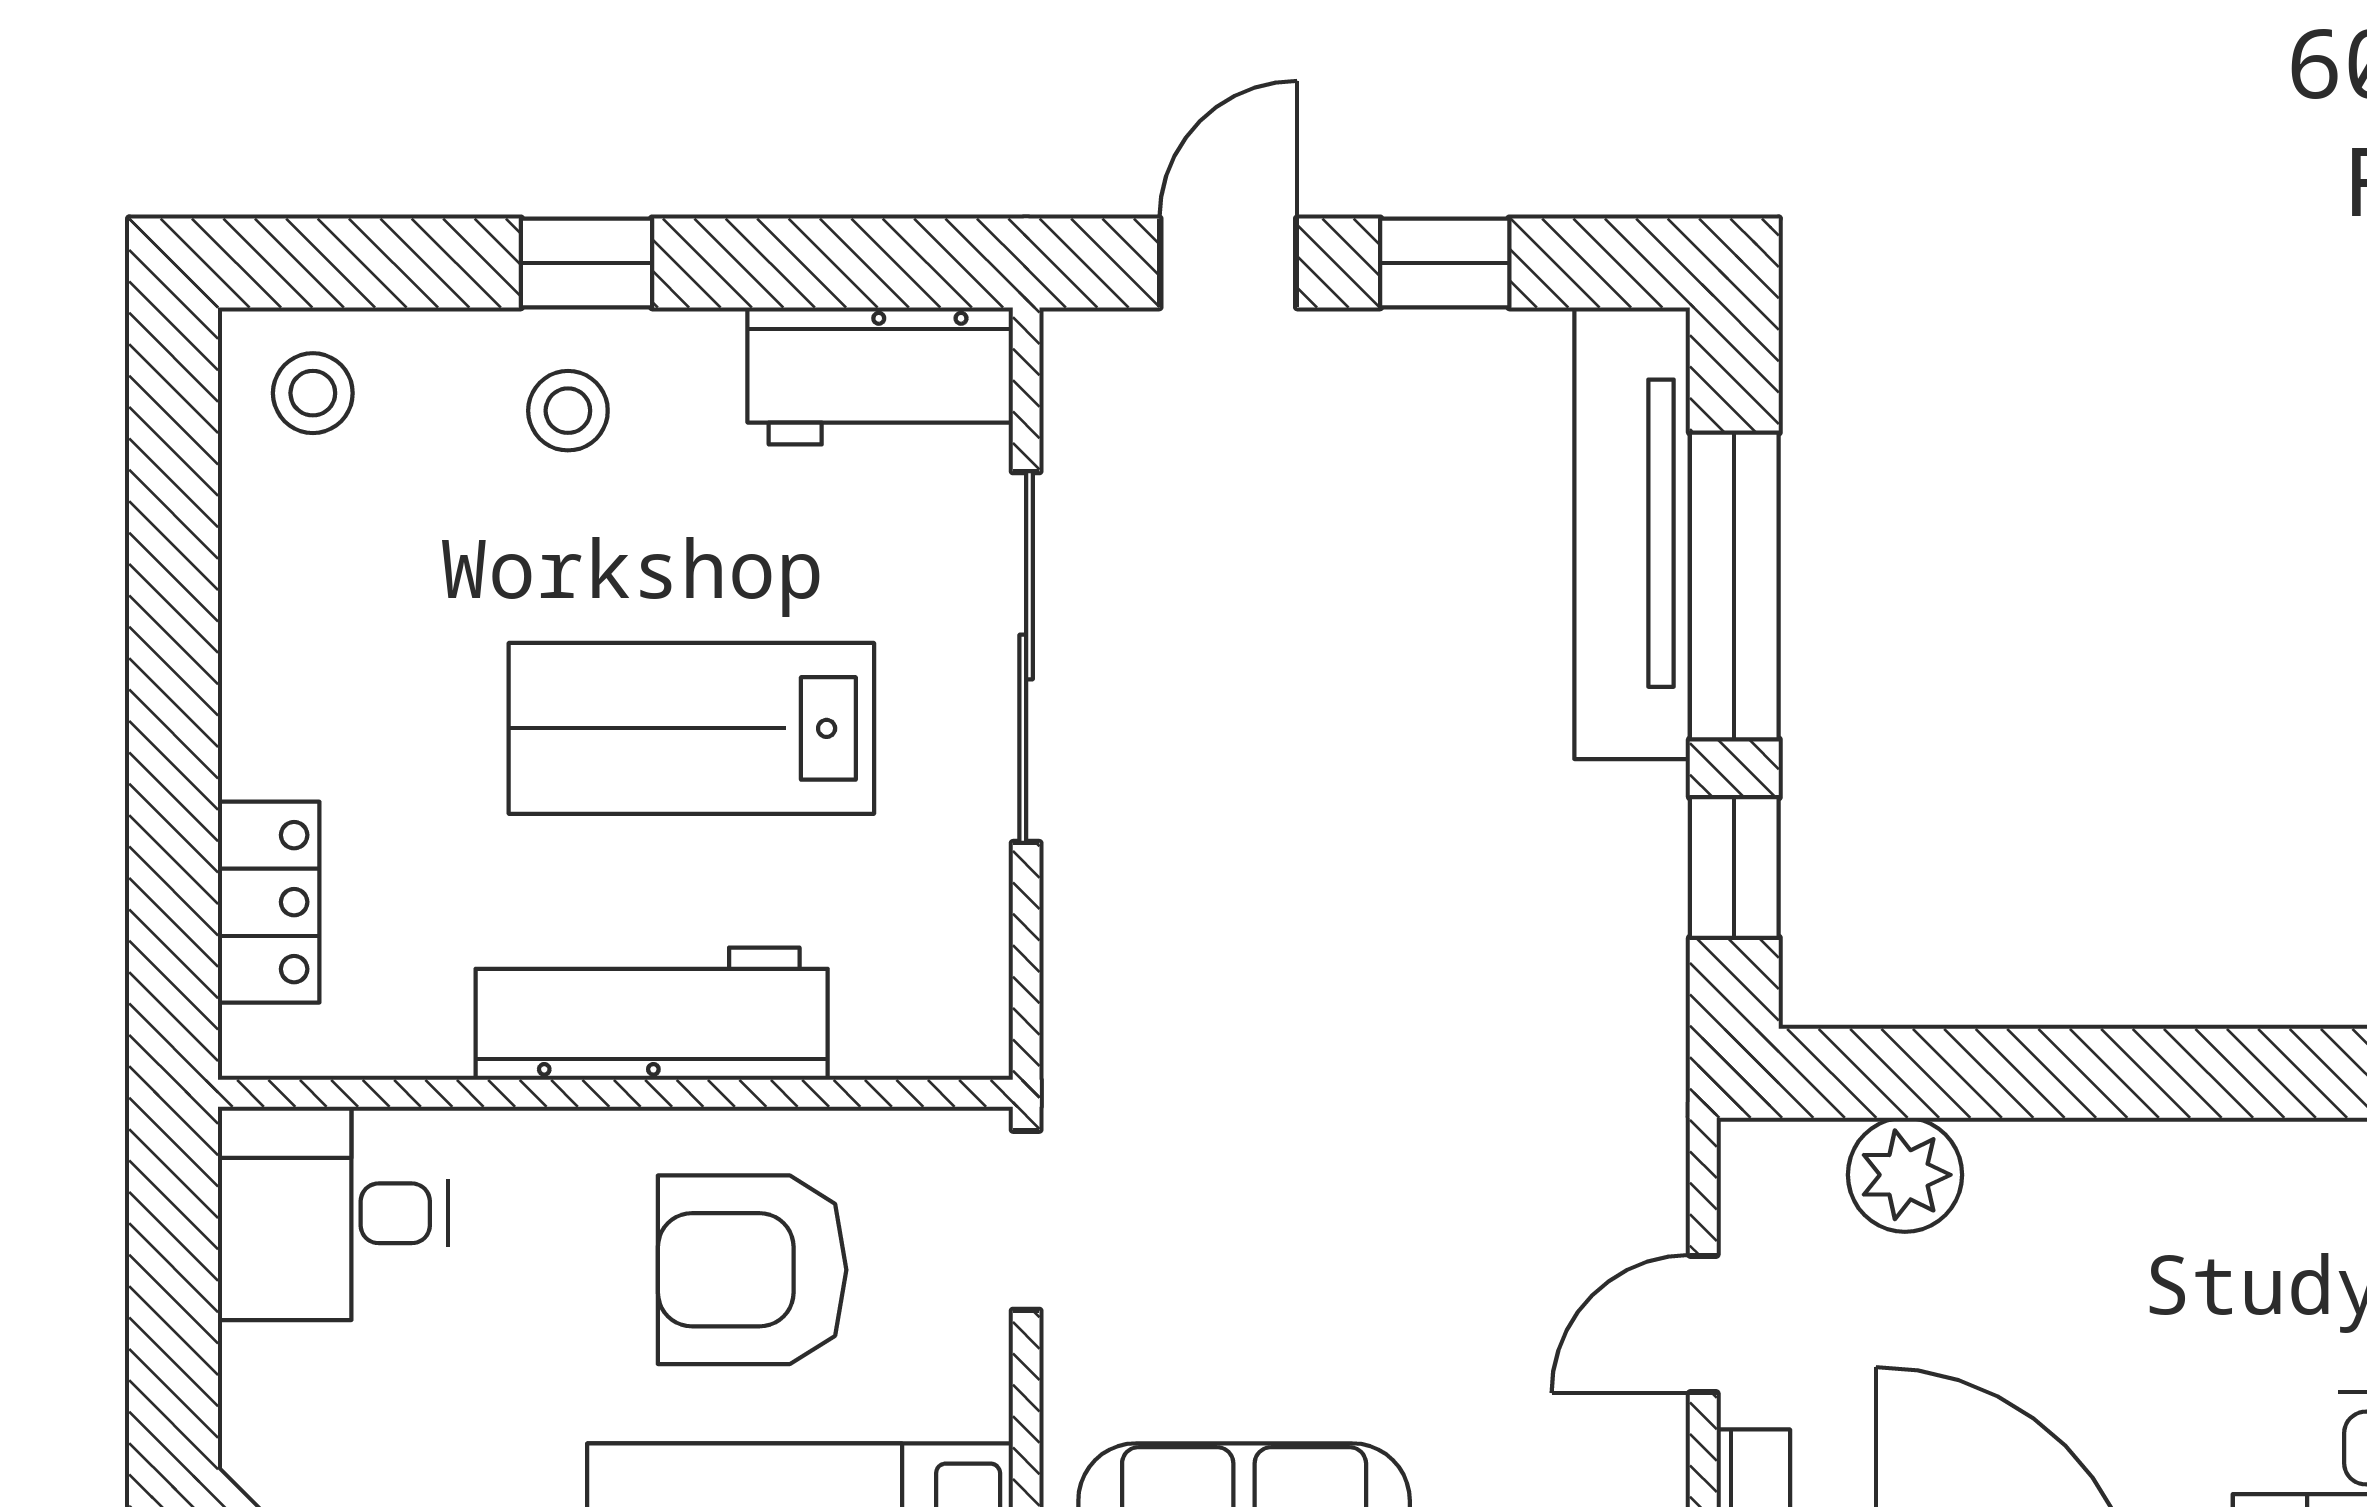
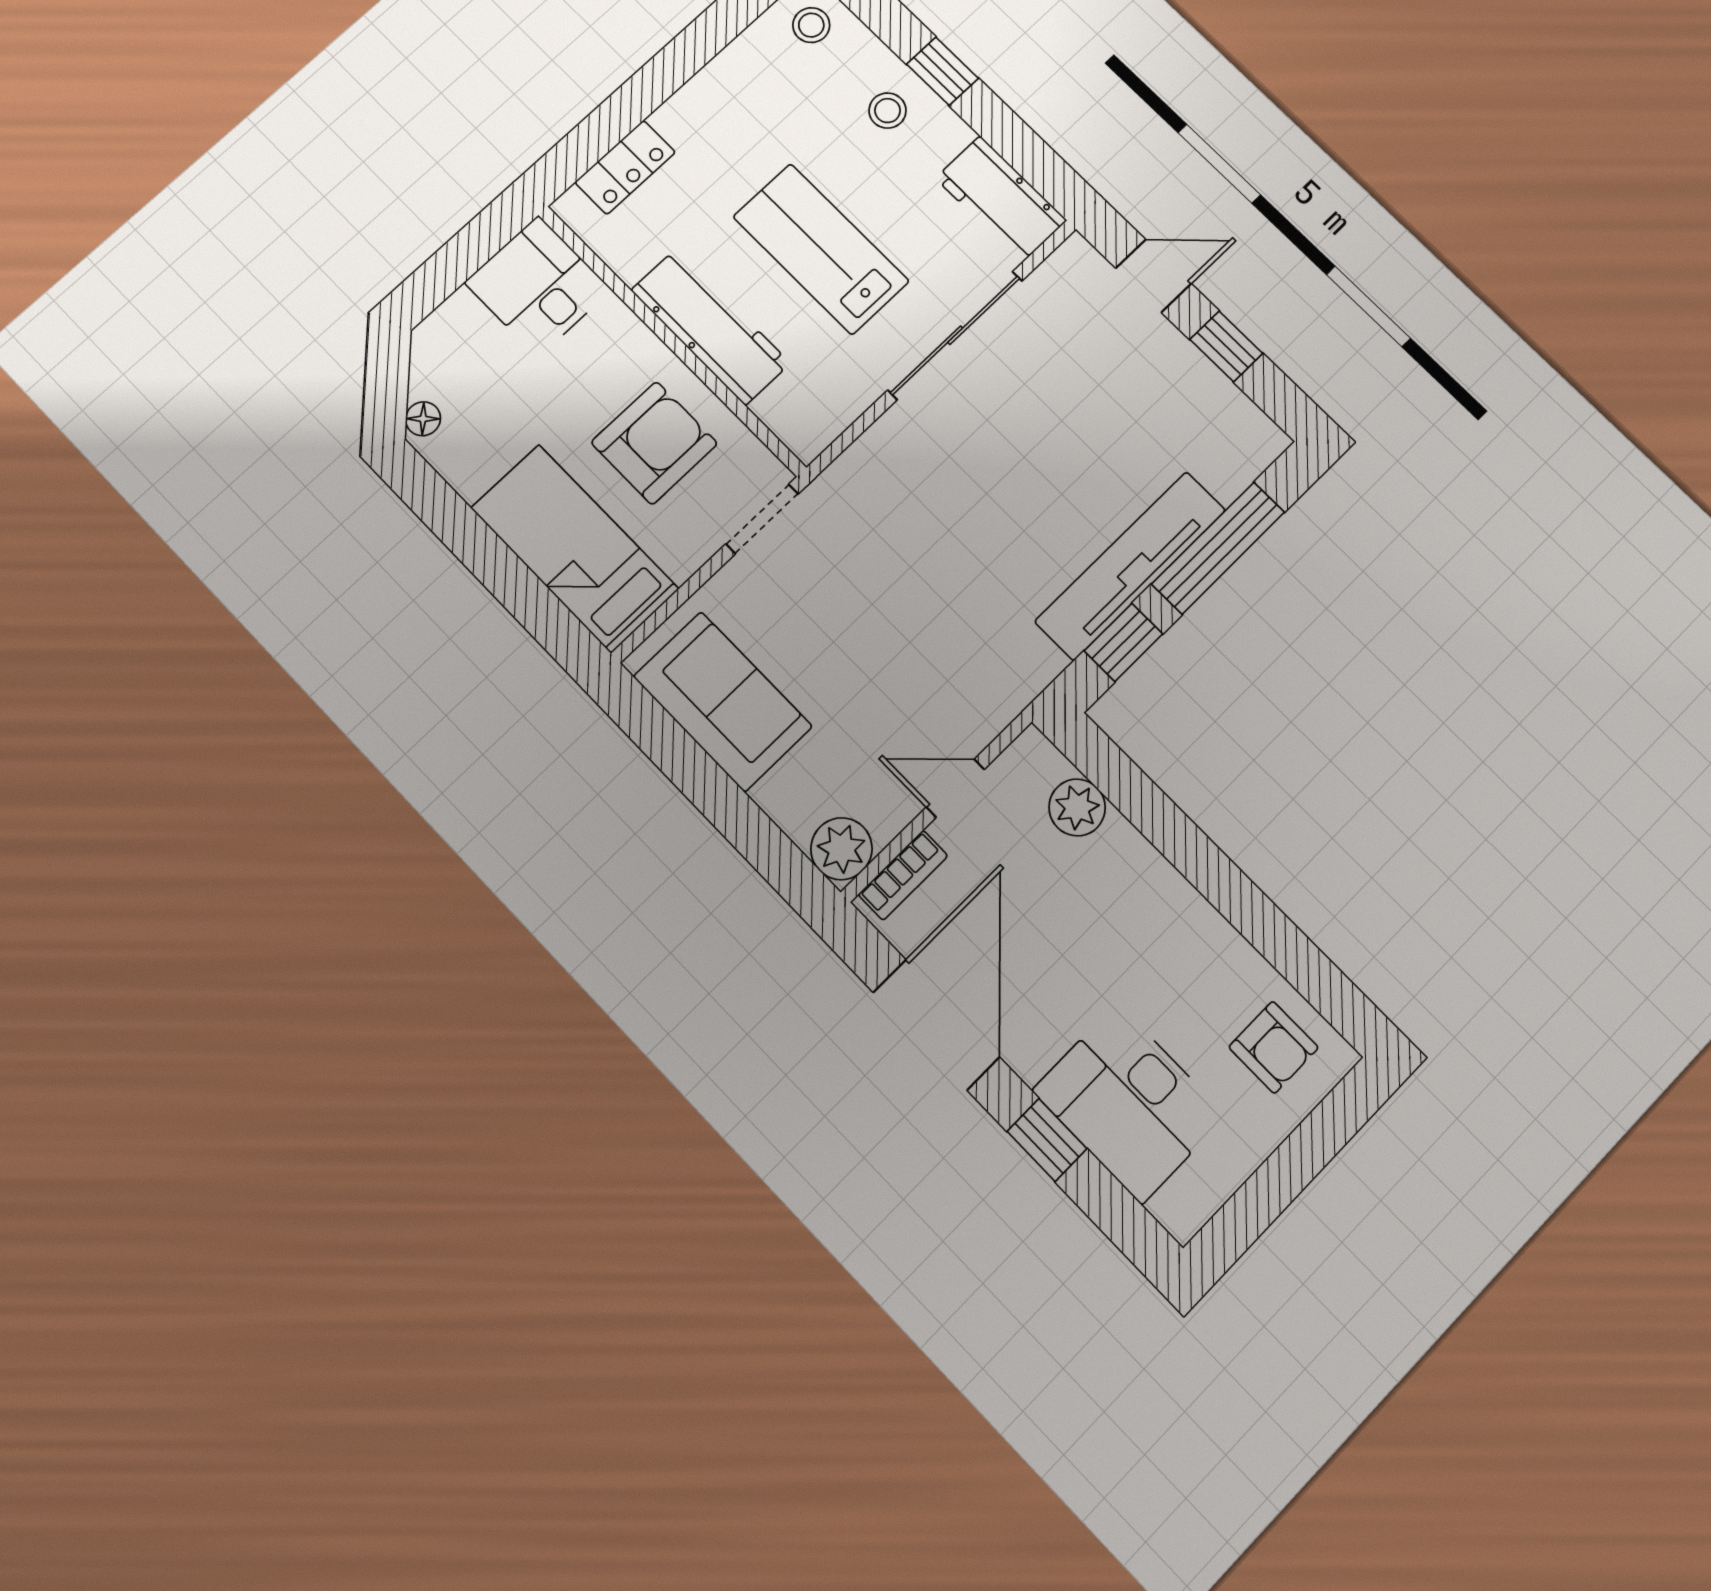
tv unit: (1632, 533) -> (1130, 566), moved
armchair: (752, 1270) -> (654, 443), turned 90

